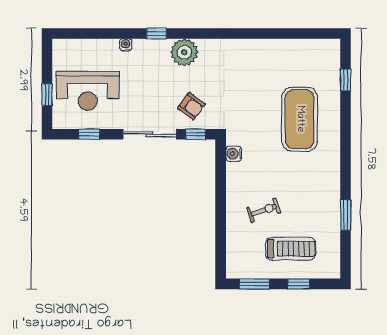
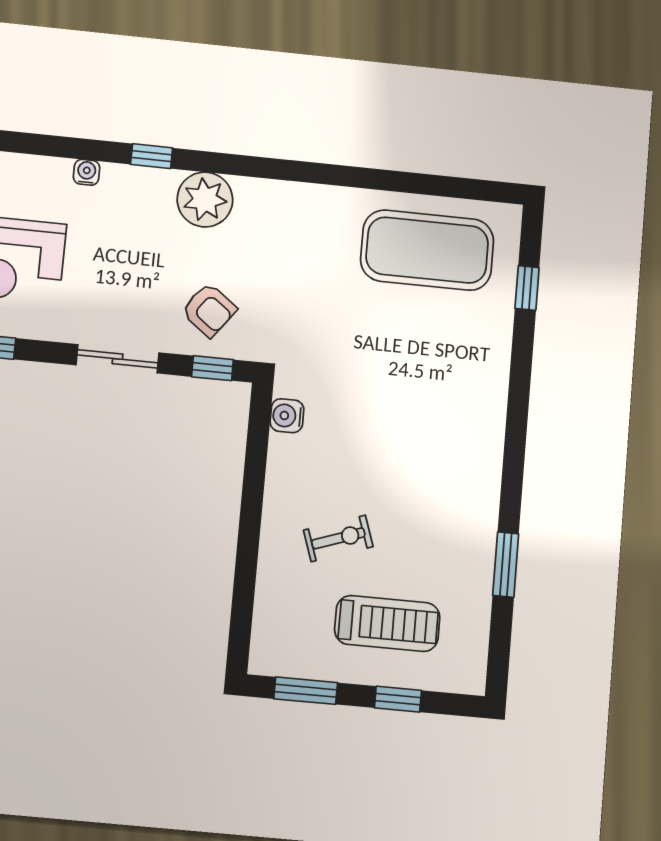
exercise mat: (300, 119) -> (427, 250), moved, turned 90
sliding door: (150, 134) -> (117, 359), width x0.73

